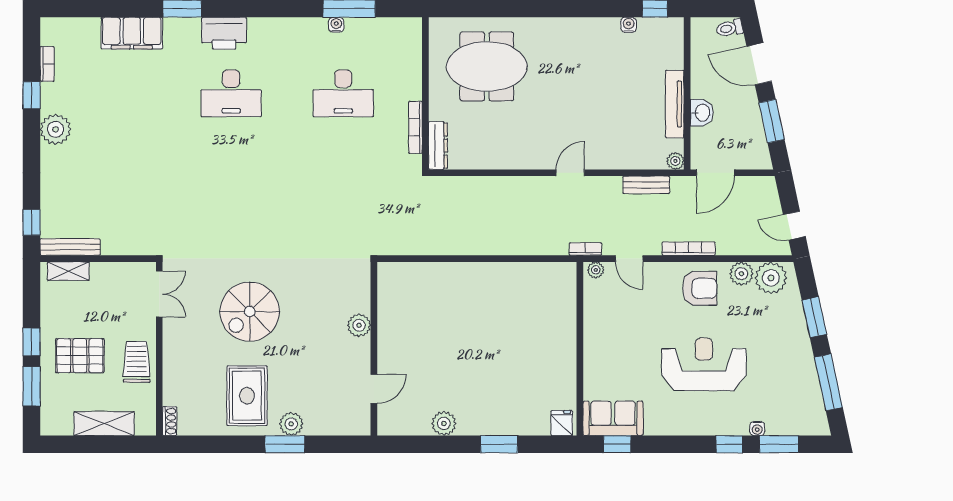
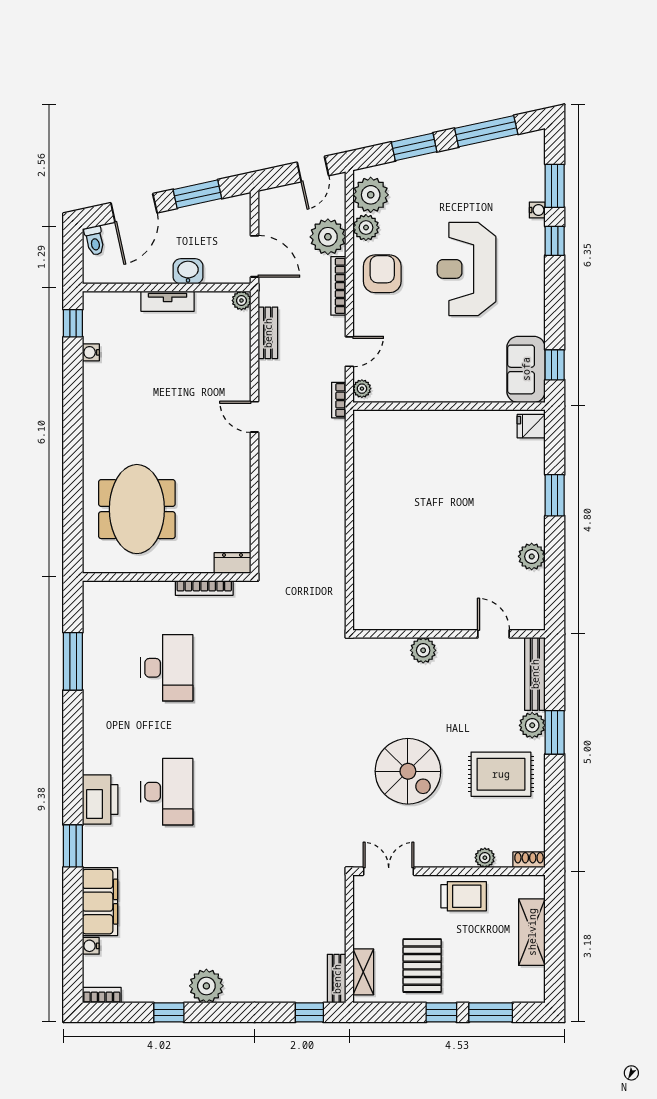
water cooler: (336, 25) -> (91, 946), moved
bookcase: (47, 64) -> (102, 995), moved
tv unit: (675, 104) -> (168, 301), width x0.71
dresser: (438, 146) -> (232, 563), width x0.70
plant: (733, 239) -> (328, 237), added
bench: (70, 247) -> (337, 979), width x0.73
pallet: (80, 356) -> (422, 966), moved
trolley: (137, 362) -> (464, 896), turned 180
plant: (171, 381) -> (485, 858), added
bench: (338, 426) -> (535, 674), added

